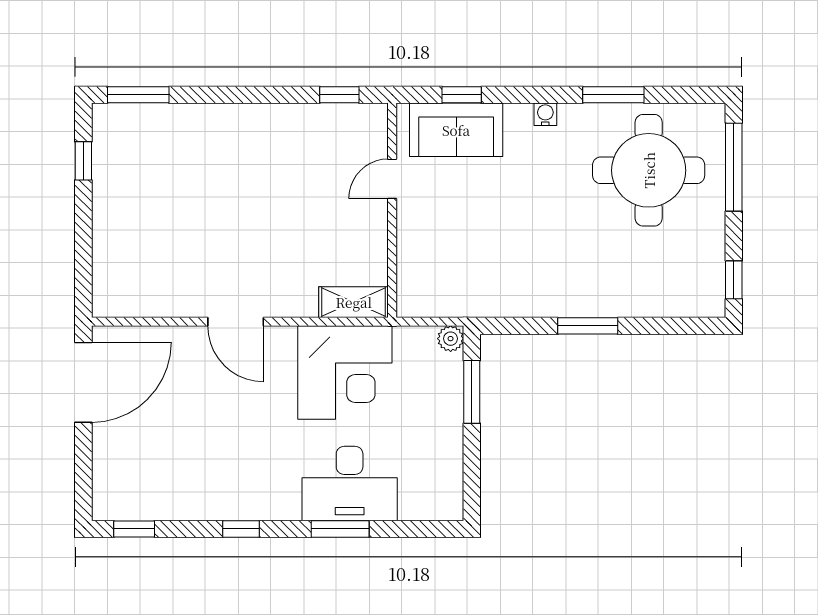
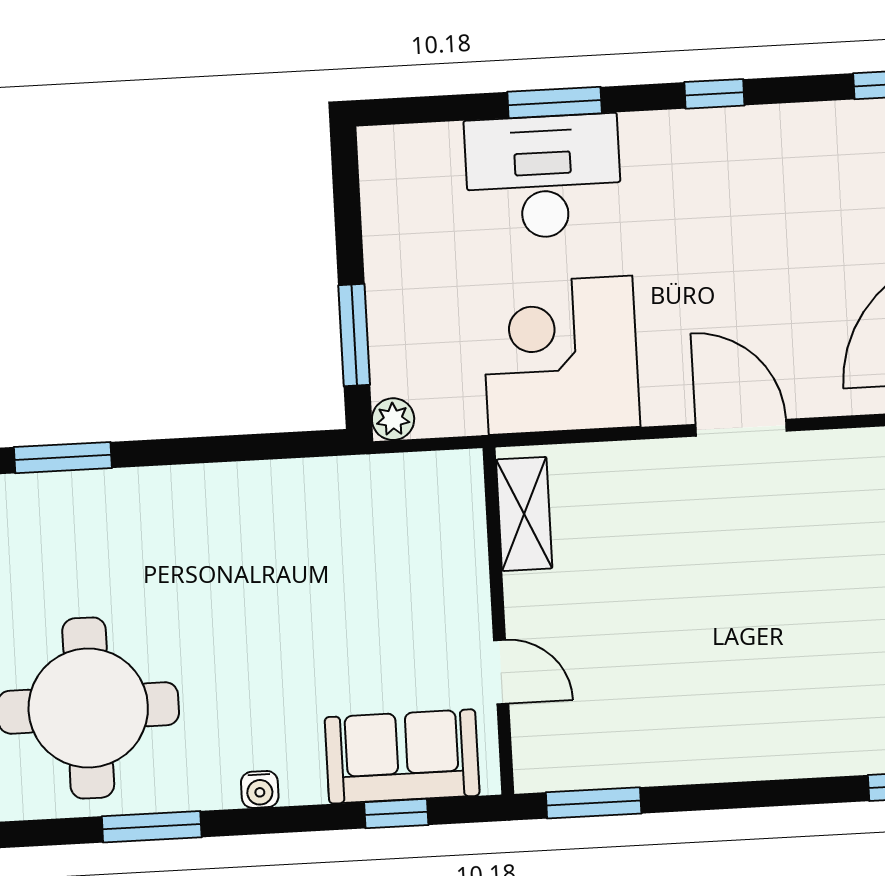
window: (339, 95) -> (594, 803), width x1.50
door: (392, 179) -> (501, 672), hinge flipped
shelving: (354, 302) -> (524, 514), moved, turned 90
window: (588, 326) -> (63, 458), moved

